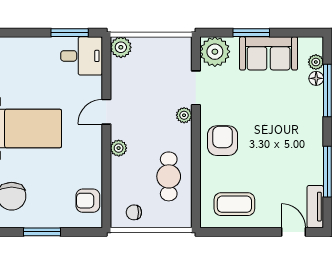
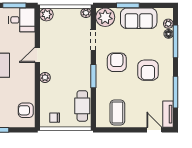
plant: (184, 115) -> (86, 13), moved
armchair: (283, 136) -> (148, 70), added
armchair: (223, 141) -> (117, 62), moved
window: (196, 146) -> (93, 76), added
cafe table: (169, 176) -> (82, 106), moved
coffee table: (234, 204) -> (117, 113), turned 90

